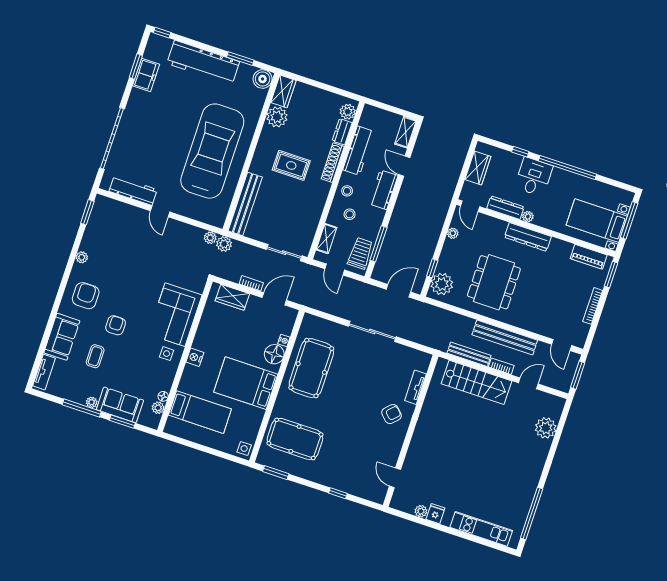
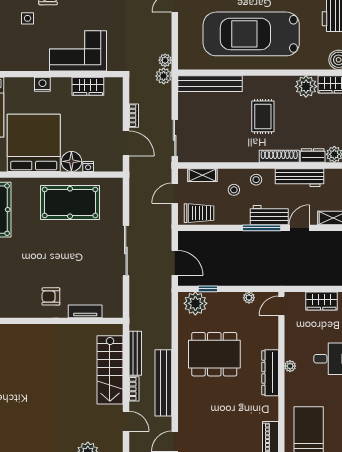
car: (212, 151) -> (251, 34), turned 180
dresser: (505, 208) -> (291, 341), removed
window: (378, 244) -> (262, 228), moved
wardrobe: (232, 297) -> (88, 86), moved, turned -90
side table: (167, 354) -> (28, 18), moved
bed: (246, 383) -> (34, 143), width x1.36
armchair: (391, 414) -> (51, 296), turned 135

